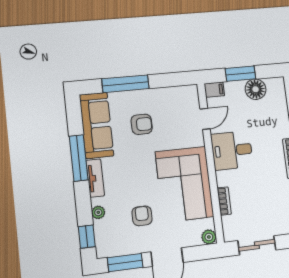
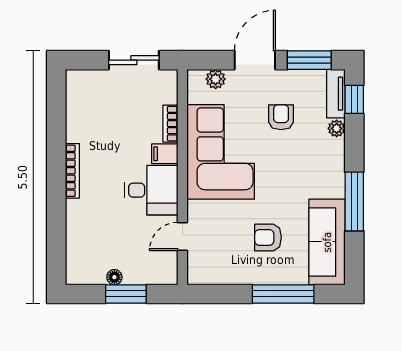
floor lamp: (256, 89) -> (114, 277), width x0.53, depth x0.53
filing cabinet: (214, 90) -> (165, 154), moved
tv unit: (95, 178) -> (336, 94), moved
armchair: (142, 216) -> (281, 117), turned 180
plant: (209, 237) -> (216, 79), moved

